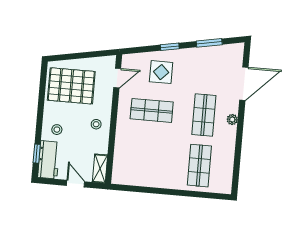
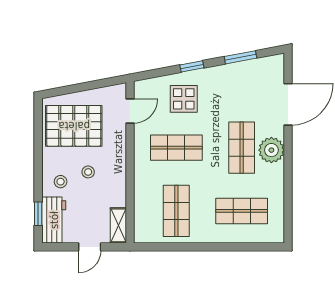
plant: (232, 119) -> (271, 150), width x1.87, depth x1.87
stool: (96, 124) -> (88, 172), moved
shop shelf: (147, 161) -> (176, 211), added
shop shelf: (199, 166) -> (242, 211), turned 90
door: (76, 184) -> (90, 247), swing flipped

